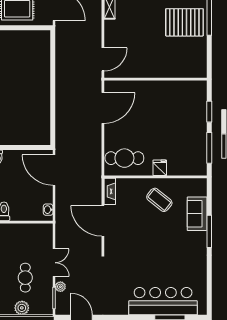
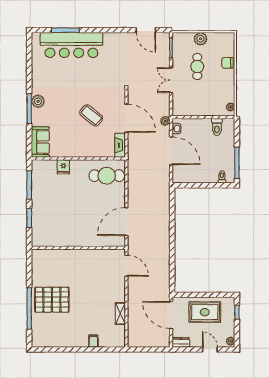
door: (103, 59) -> (126, 266), swing flipped
fridge: (160, 168) -> (63, 167), moved
door: (54, 170) -> (171, 151), moved
coffee table: (159, 200) -> (91, 115), moved
sofa: (197, 214) -> (40, 142), moved
plant: (200, 239) -> (38, 101), added
plant: (60, 287) -> (165, 121), moved

